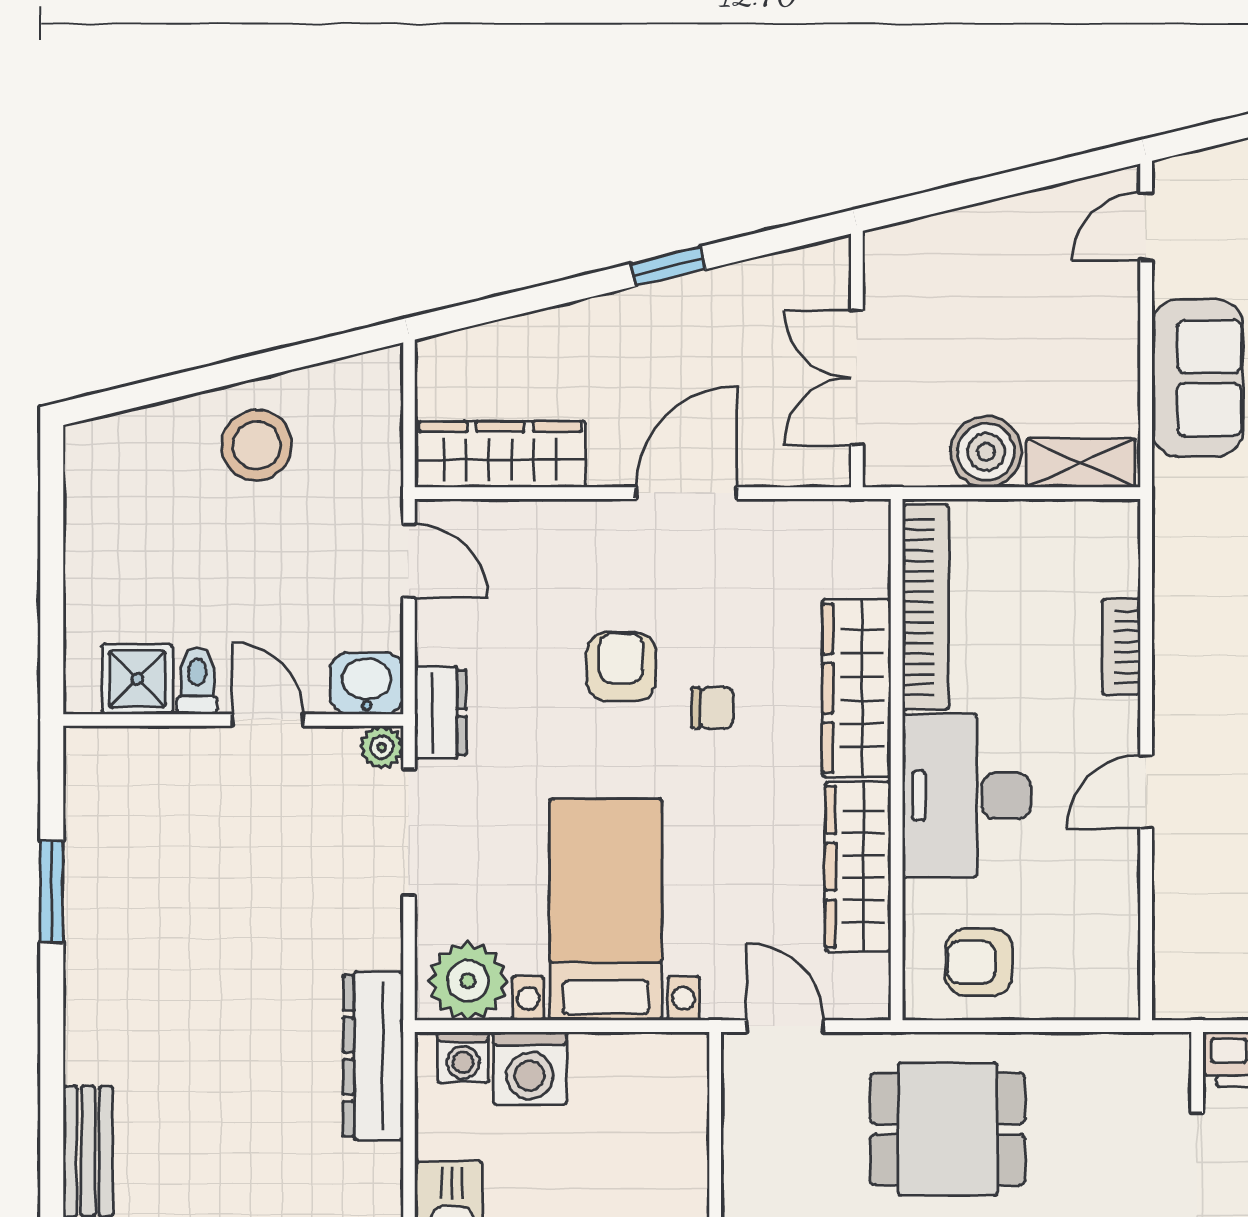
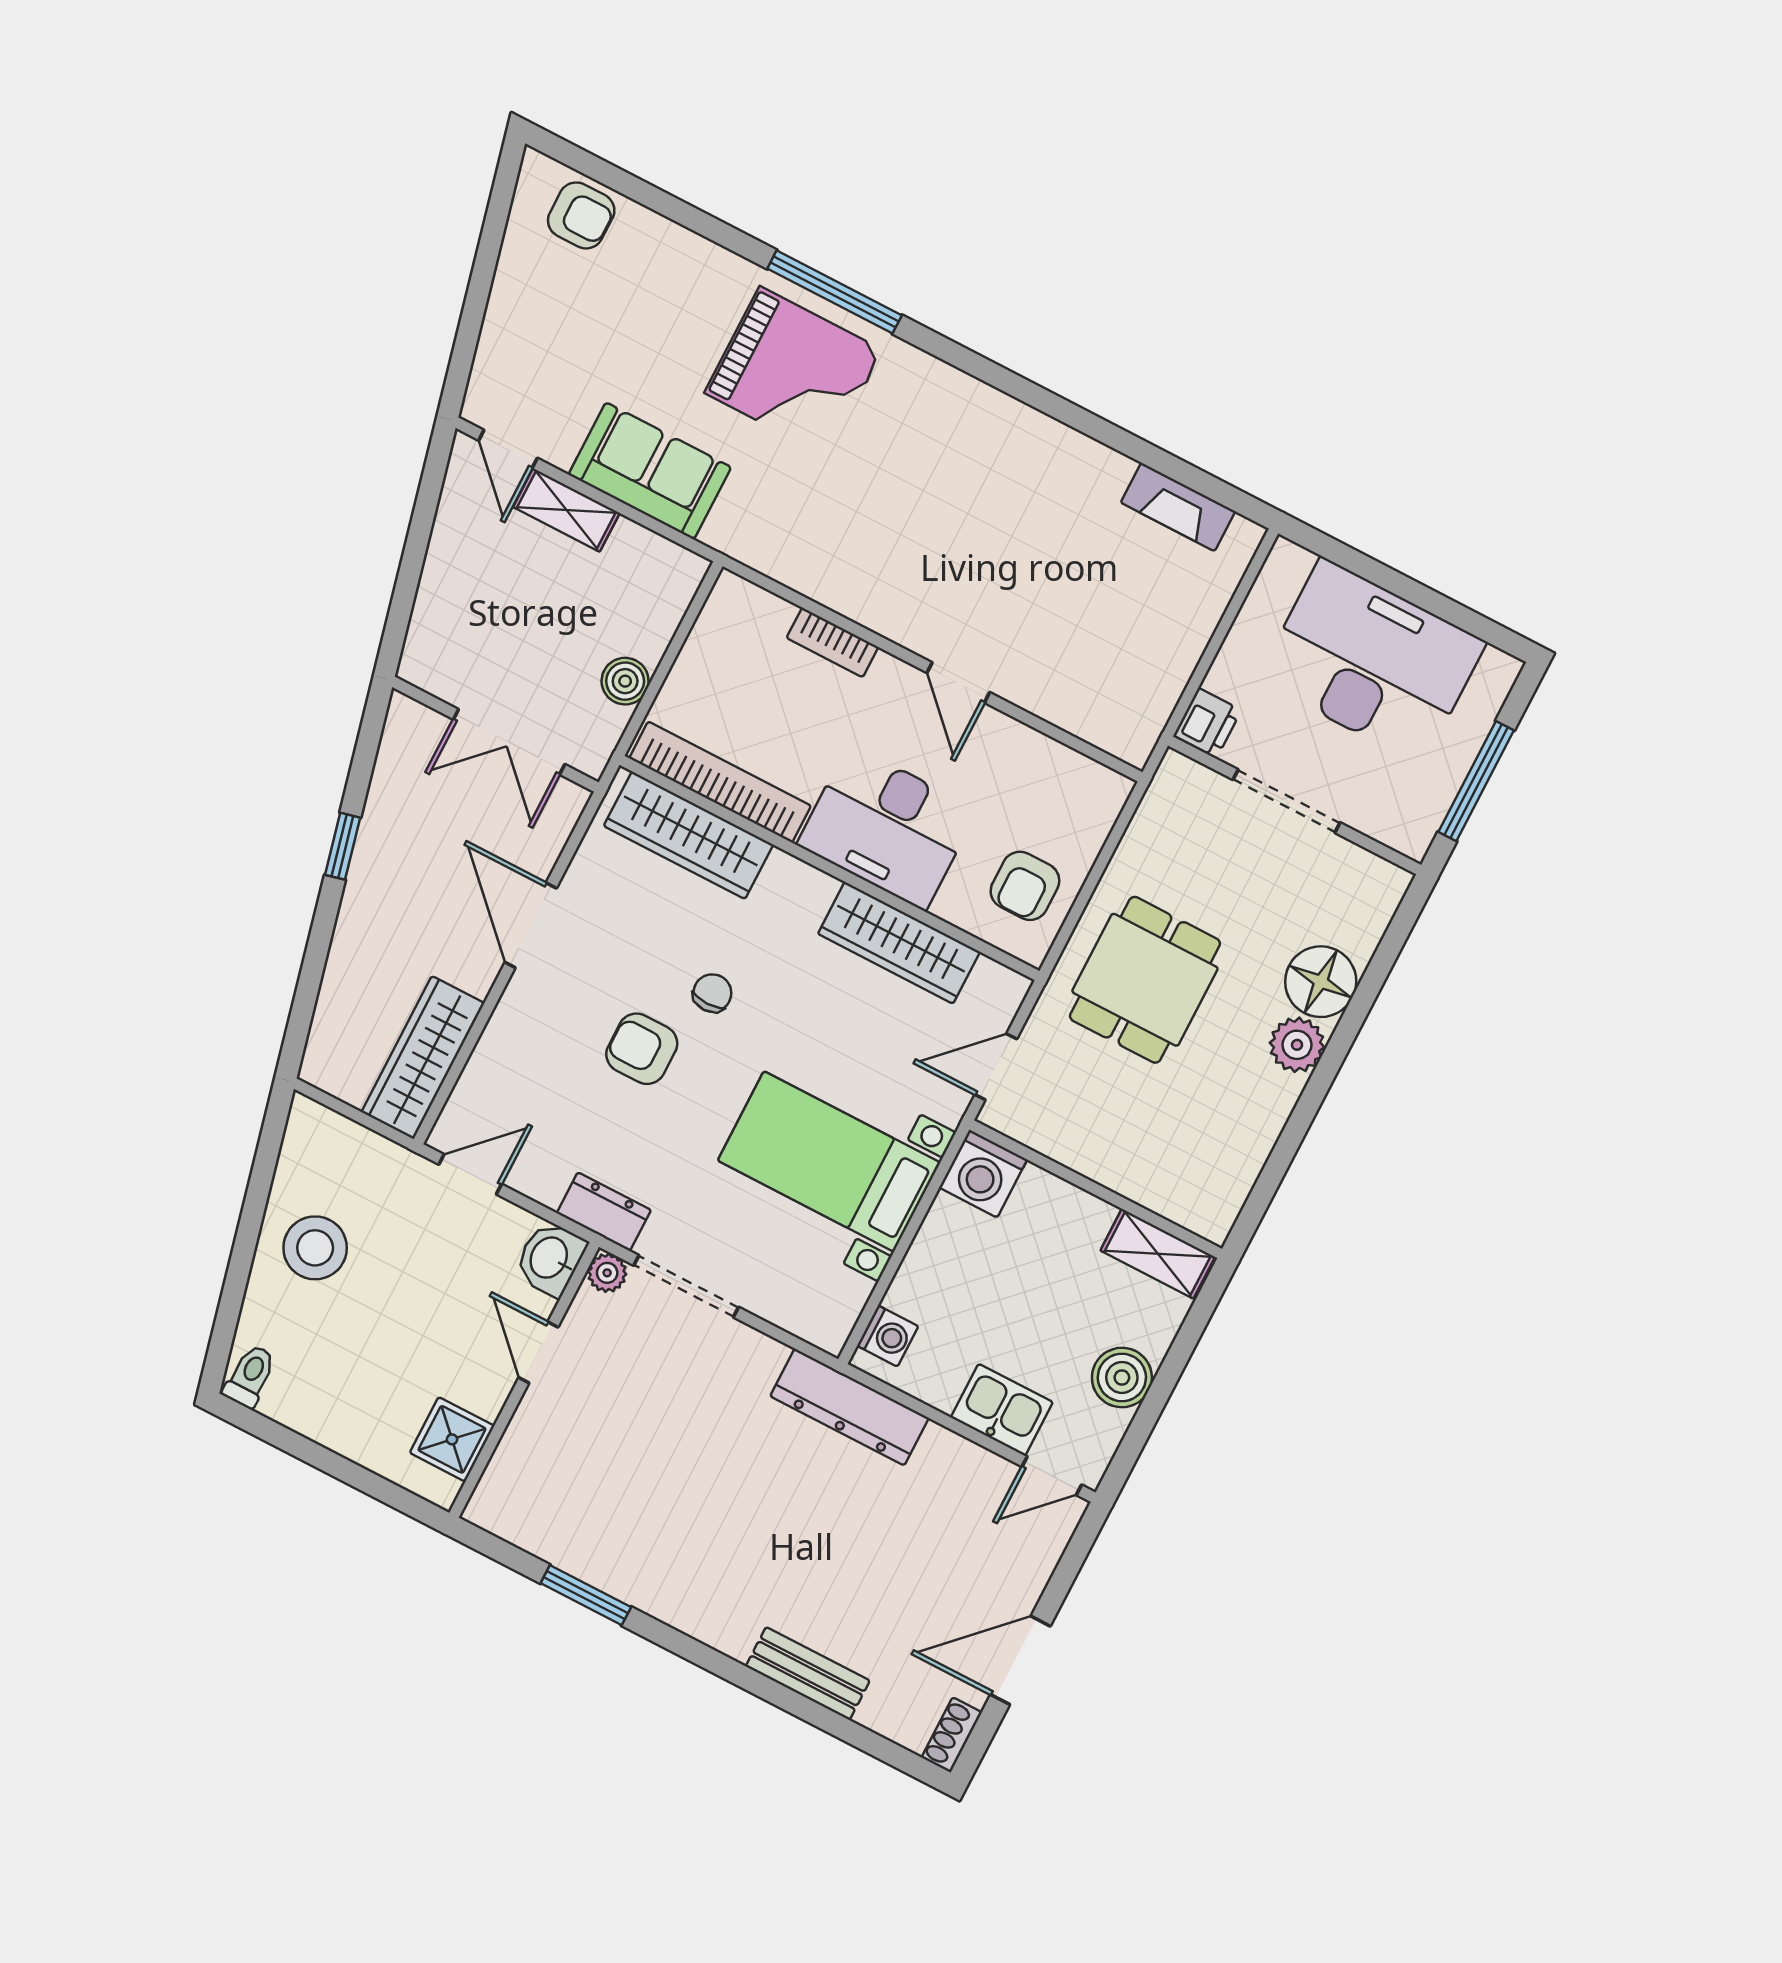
boiler: (986, 452) -> (625, 681), width x0.73, depth x0.73
shelving: (1081, 463) -> (566, 510), moved, turned 90
toilet: (197, 681) -> (250, 1376), moved, turned 90
wardrobe: (857, 688) -> (688, 835), moved
door: (268, 720) -> (538, 1352), hinge flipped
plant: (468, 981) -> (829, 1301), removed
washing machine: (530, 1068) -> (983, 1174), moved, turned 90

